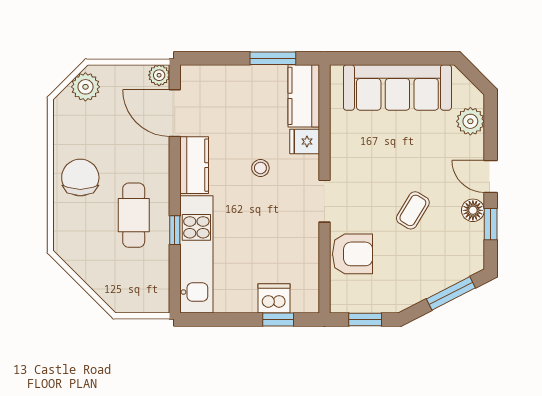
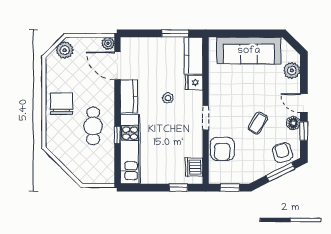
armchair: (353, 254) -> (222, 149), turned 90
armchair: (455, 260) -> (283, 153), added
dishwasher: (274, 298) -> (194, 167), moved, turned -90

